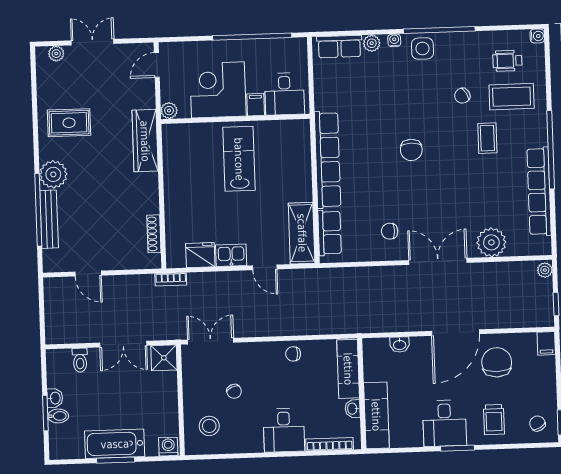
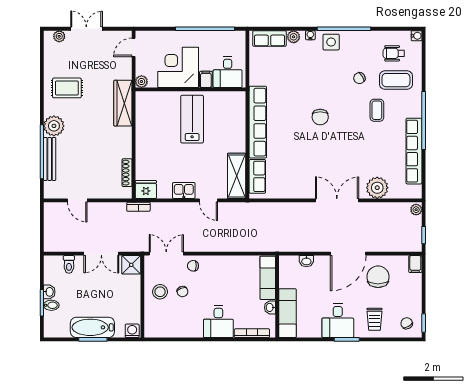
chair: (390, 231) -> (302, 177), removed
fridge: (200, 255) -> (146, 190), moved
chair: (293, 354) -> (193, 266), moved
stool: (209, 426) -> (160, 292), moved

